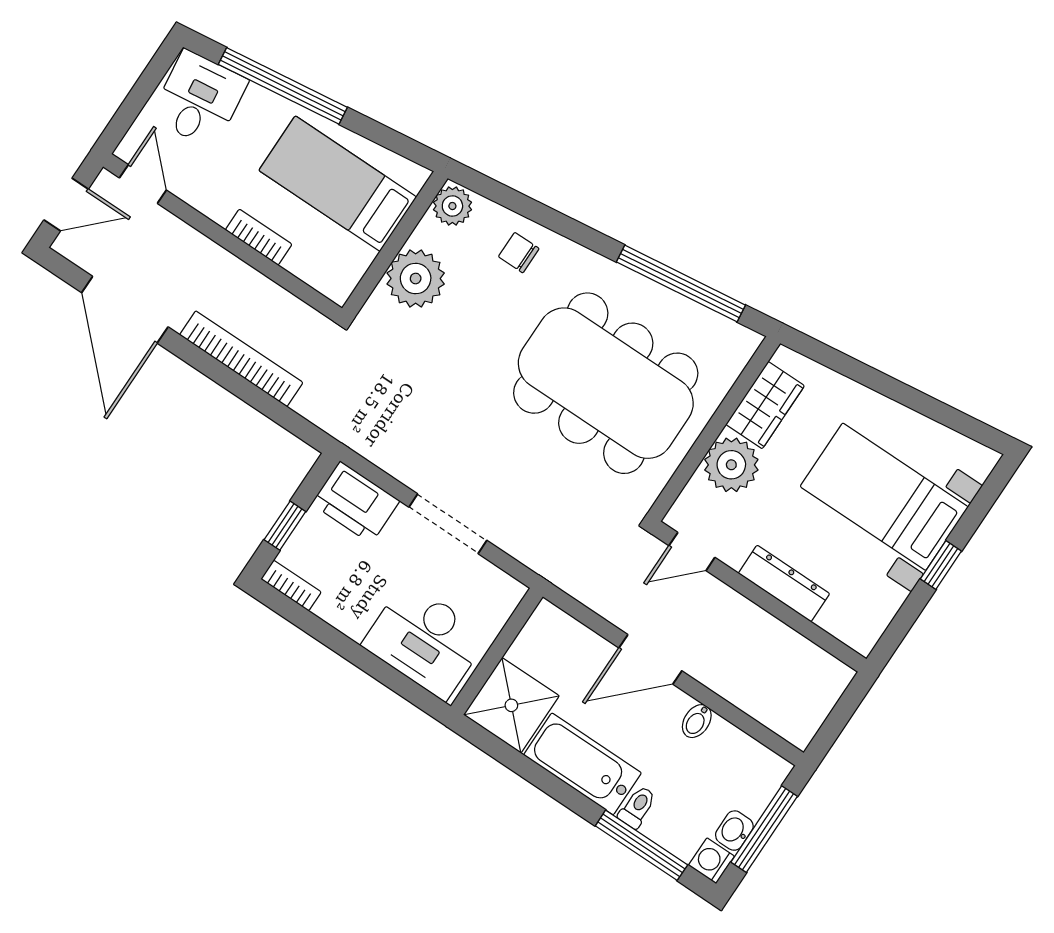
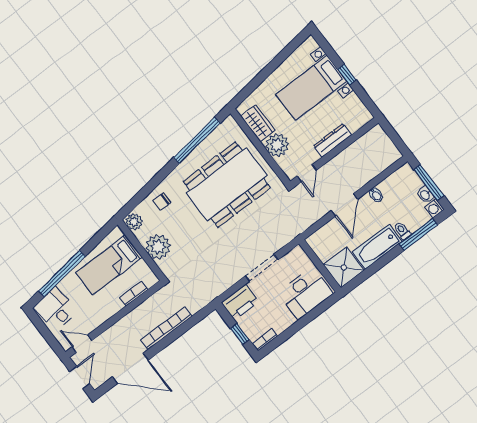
bookcase: (259, 237) -> (134, 294), moved

